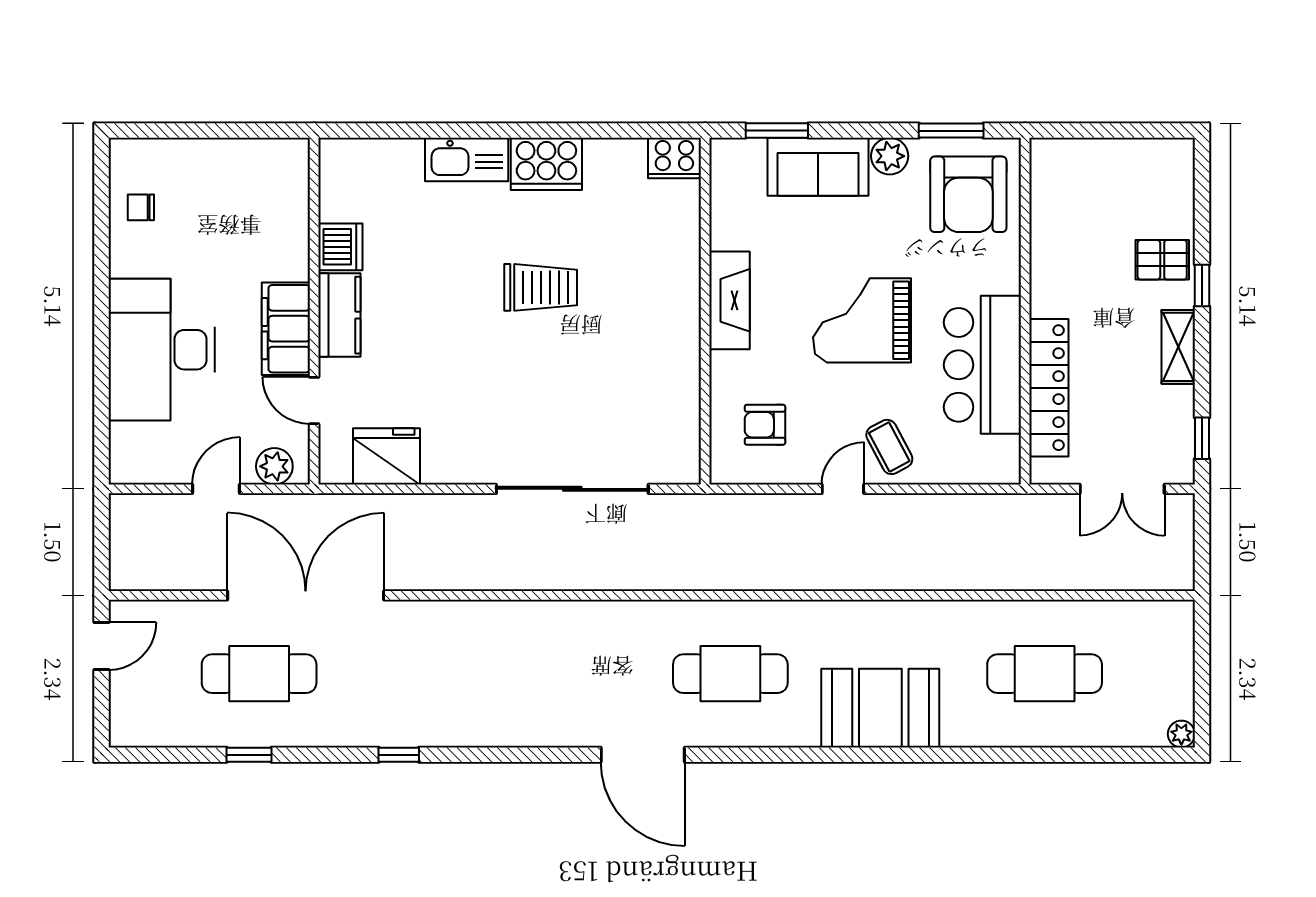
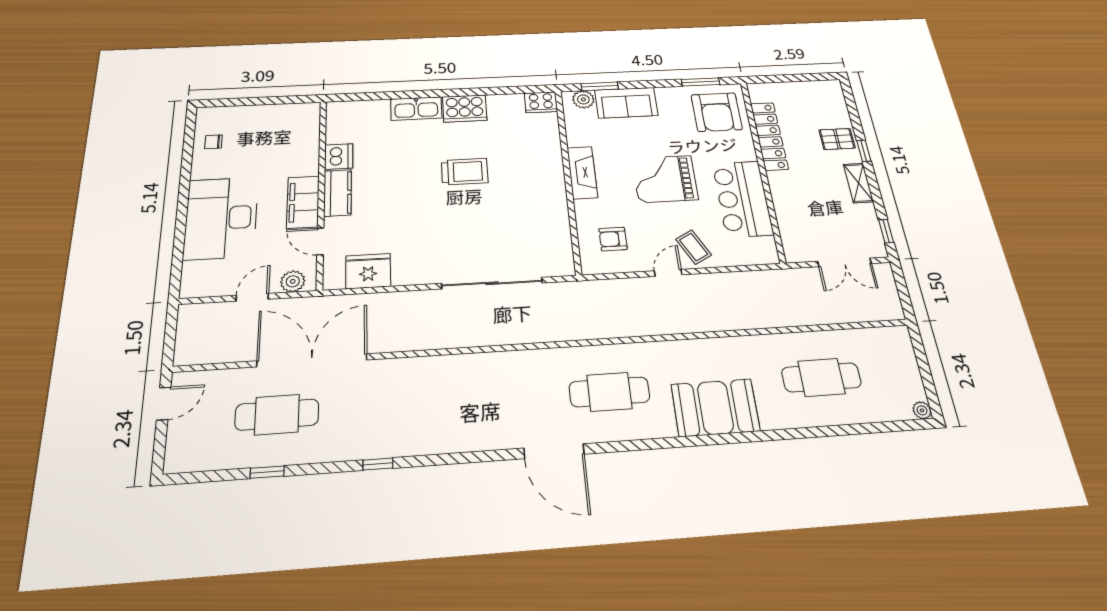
plant: (890, 156) -> (583, 99), moved
locker: (1049, 388) -> (769, 136), moved

